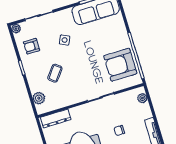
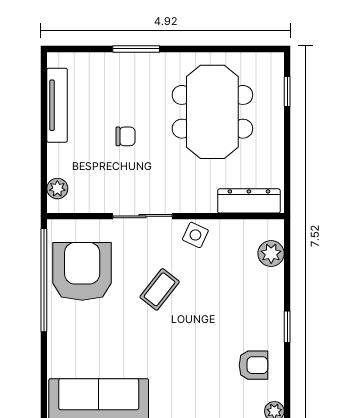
side table: (65, 40) -> (195, 235), moved
armchair: (120, 65) -> (82, 271), turned -90
coffee table: (55, 73) -> (160, 289), moved

